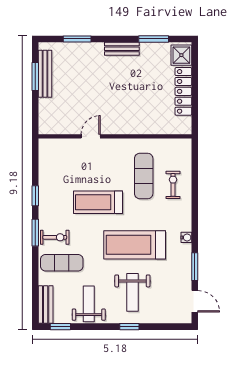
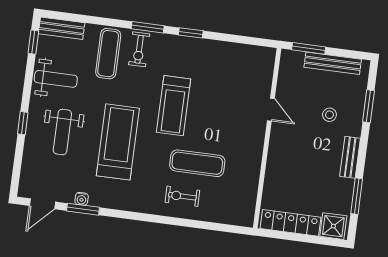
stool: (89, 71) -> (329, 115), added
window: (35, 76) -> (309, 48), moved
door: (91, 136) -> (271, 110), moved
wall: (115, 136) -> (267, 138), moved
exercise bike: (173, 185) -> (182, 196), turned 180
treadmill: (98, 202) -> (174, 106), turned 180
water cooler: (186, 237) -> (82, 199), moved
weight bench: (132, 292) -> (62, 132), turned -90

